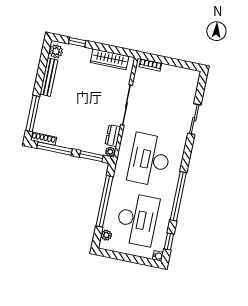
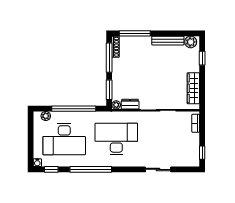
window: (185, 65) -> (202, 153), added

